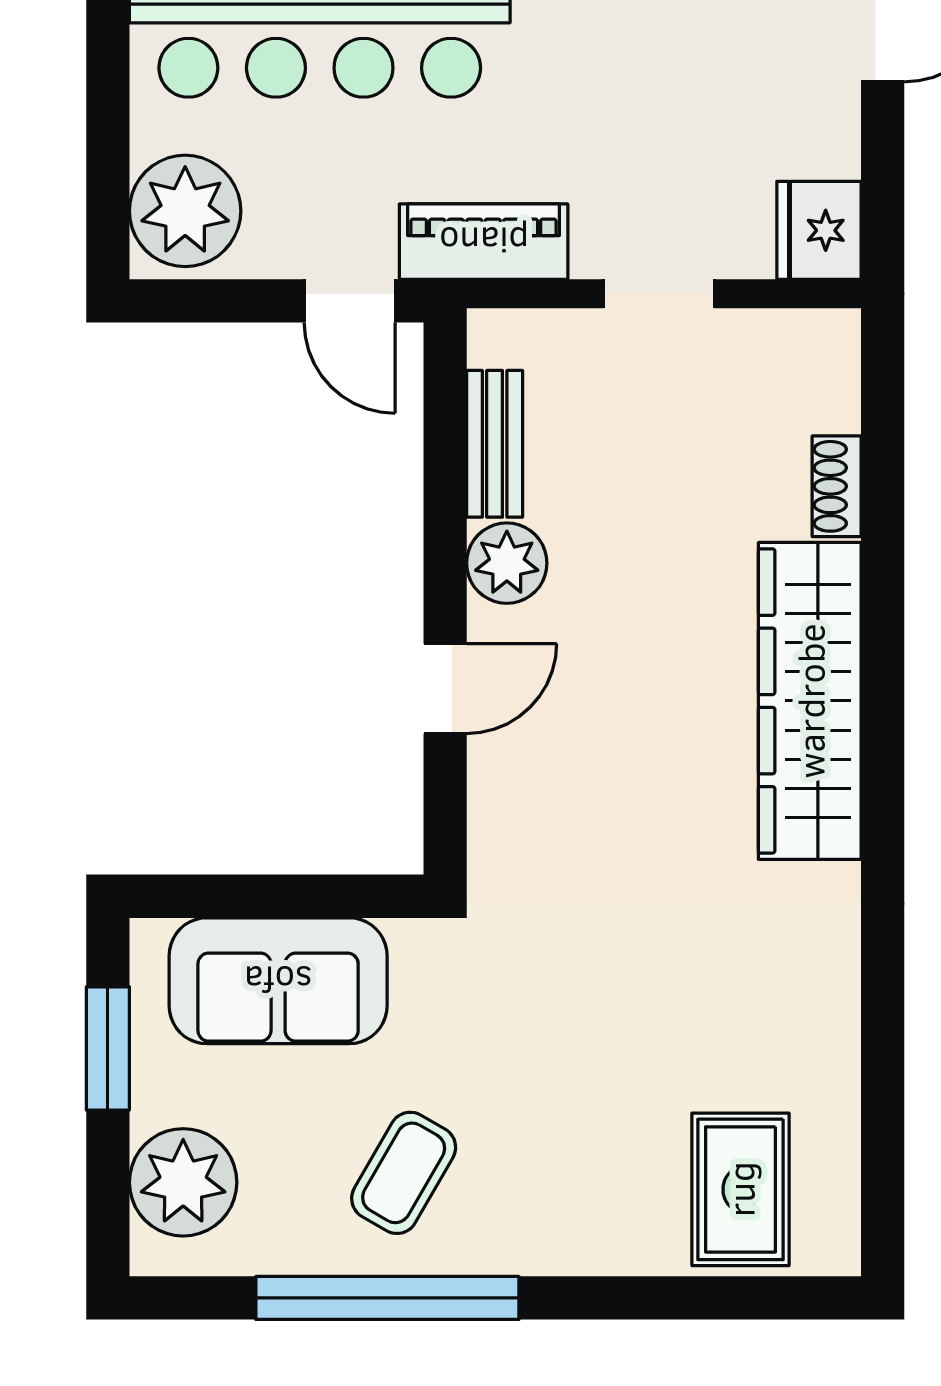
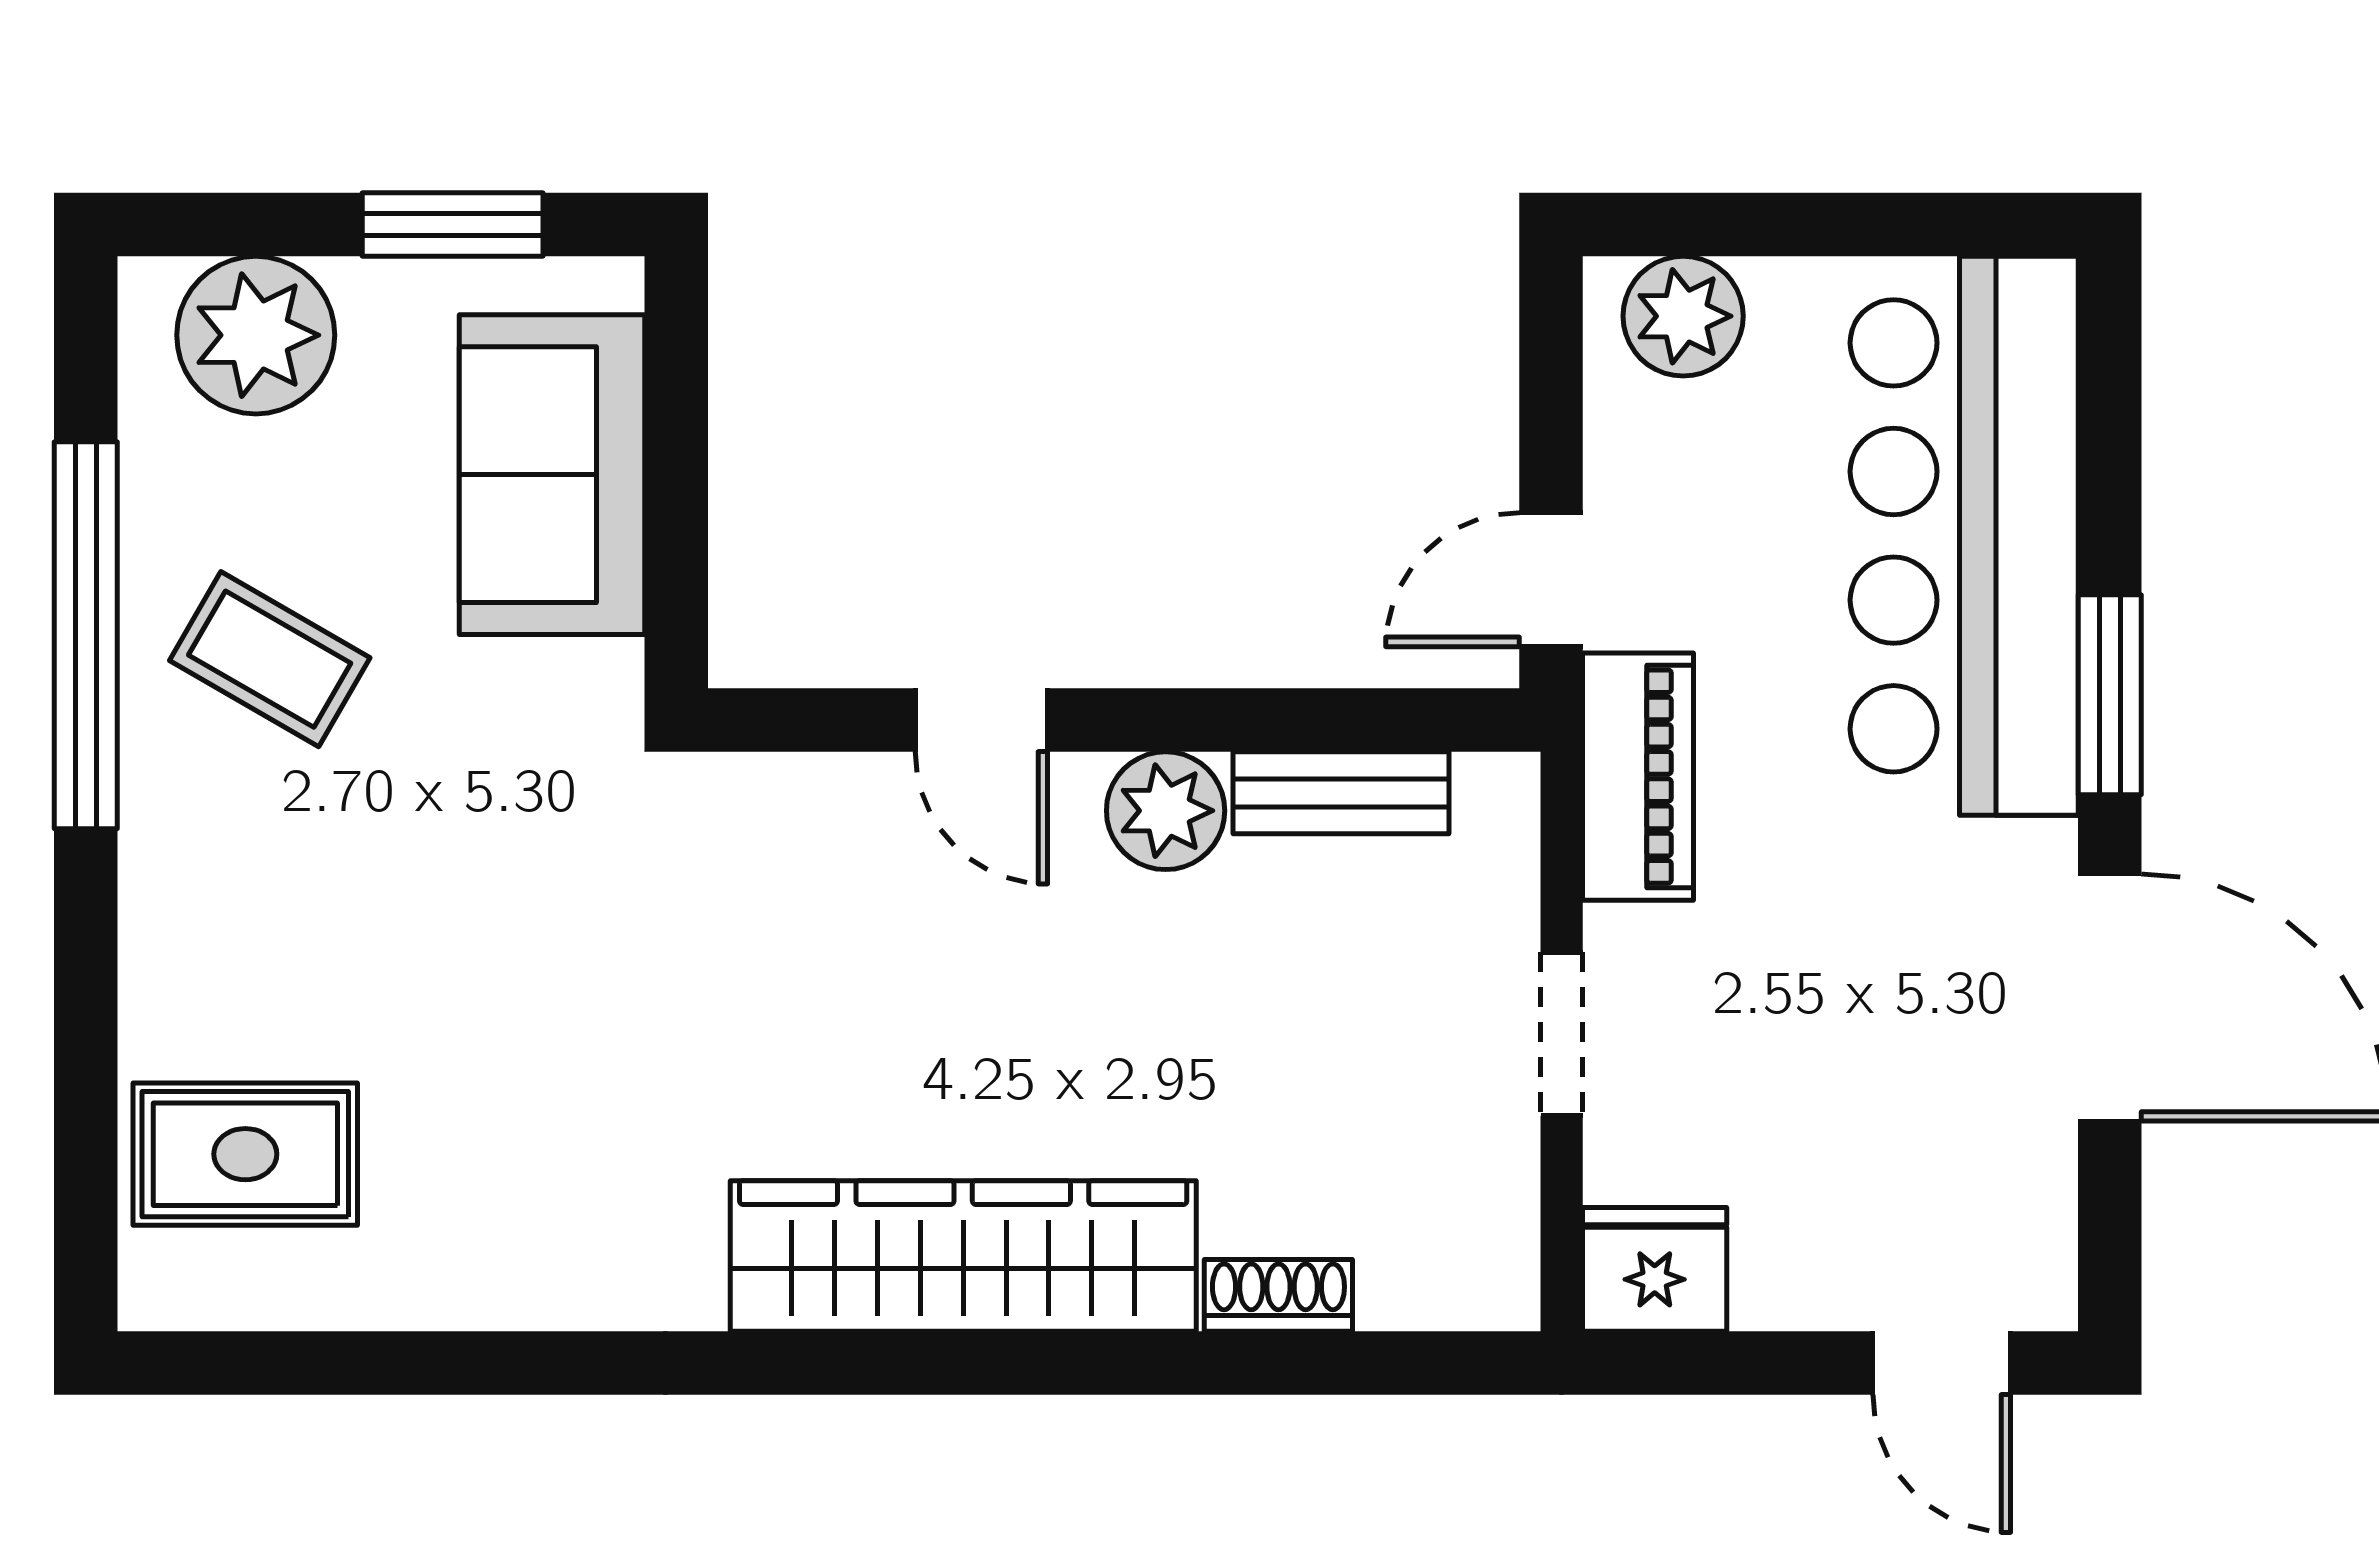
plant: (185, 211) -> (1683, 316), width x0.73, depth x0.73

